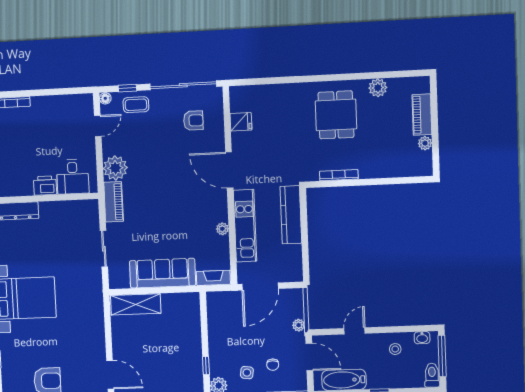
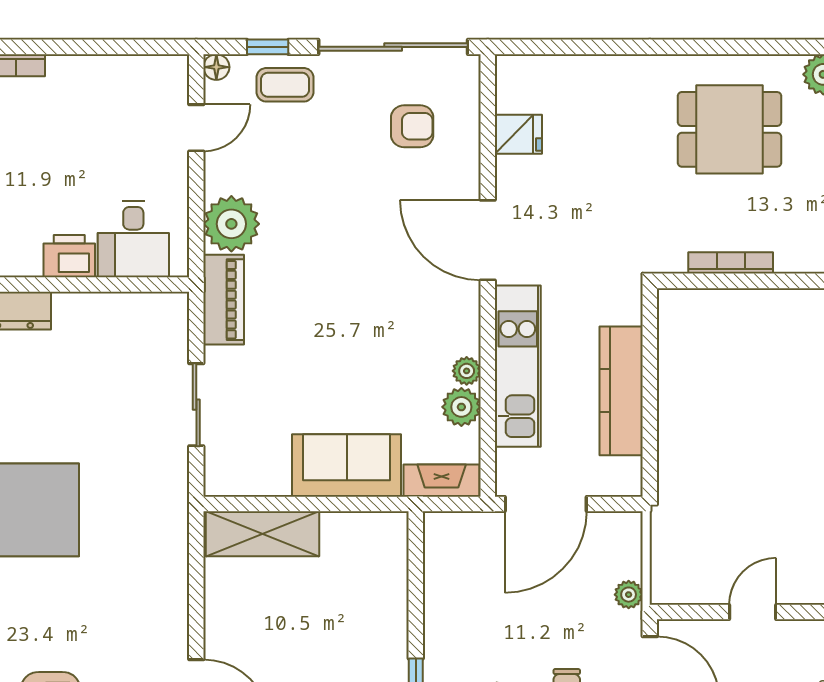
dining table: (336, 115) -> (729, 129), turned 90
kitchen counter: (291, 215) -> (621, 391), moved
plant: (221, 245) -> (461, 407), added
sofa: (163, 273) -> (347, 465), width x0.73

